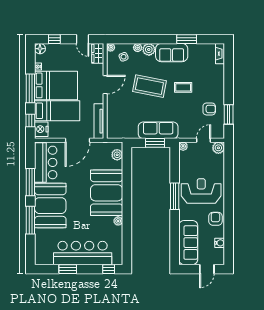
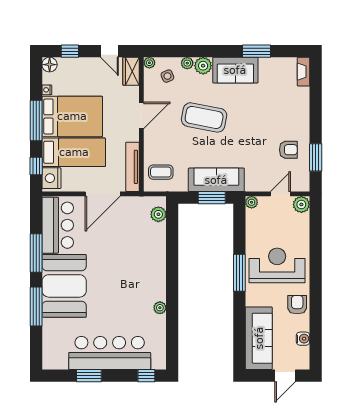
coffee table: (183, 87) -> (161, 172), moved
booth: (107, 193) -> (144, 268), removed

